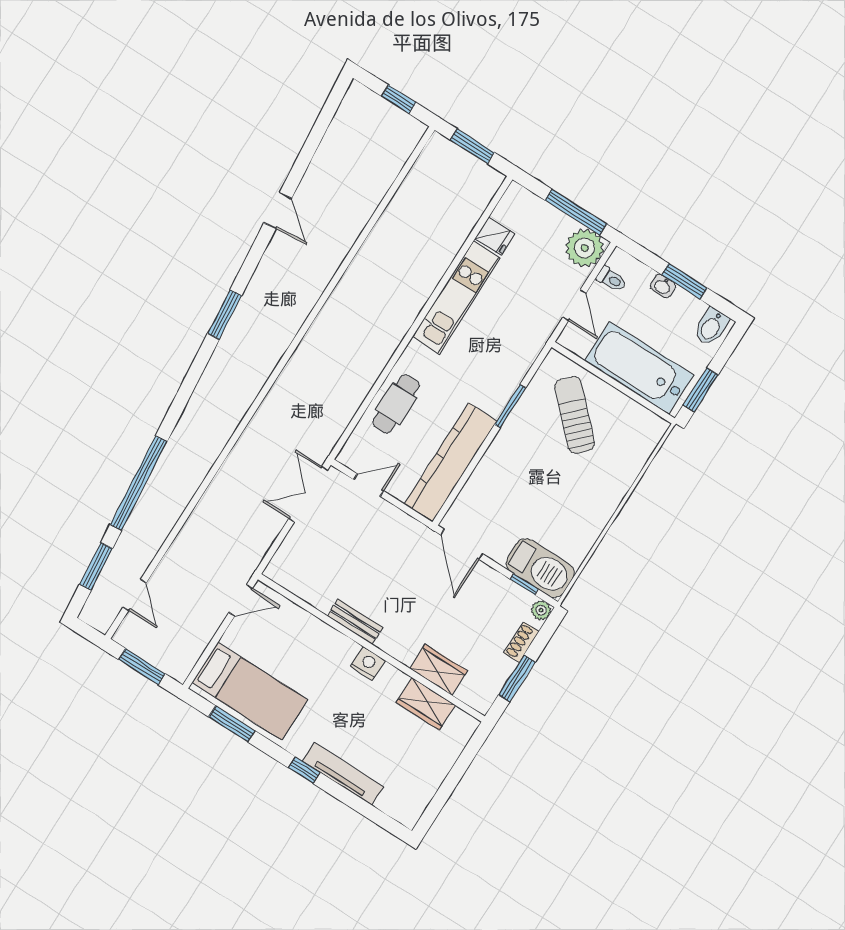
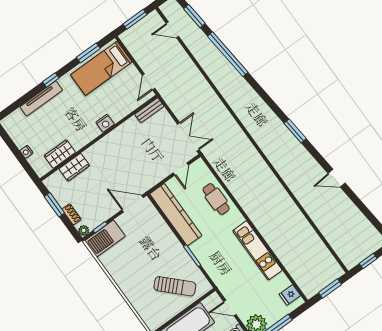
fridge: (495, 236) -> (290, 295), moved
bench: (355, 622) -> (149, 110), moved
nightstand: (368, 664) -> (105, 123), moved
nightstand: (445, 763) -> (26, 152), added

